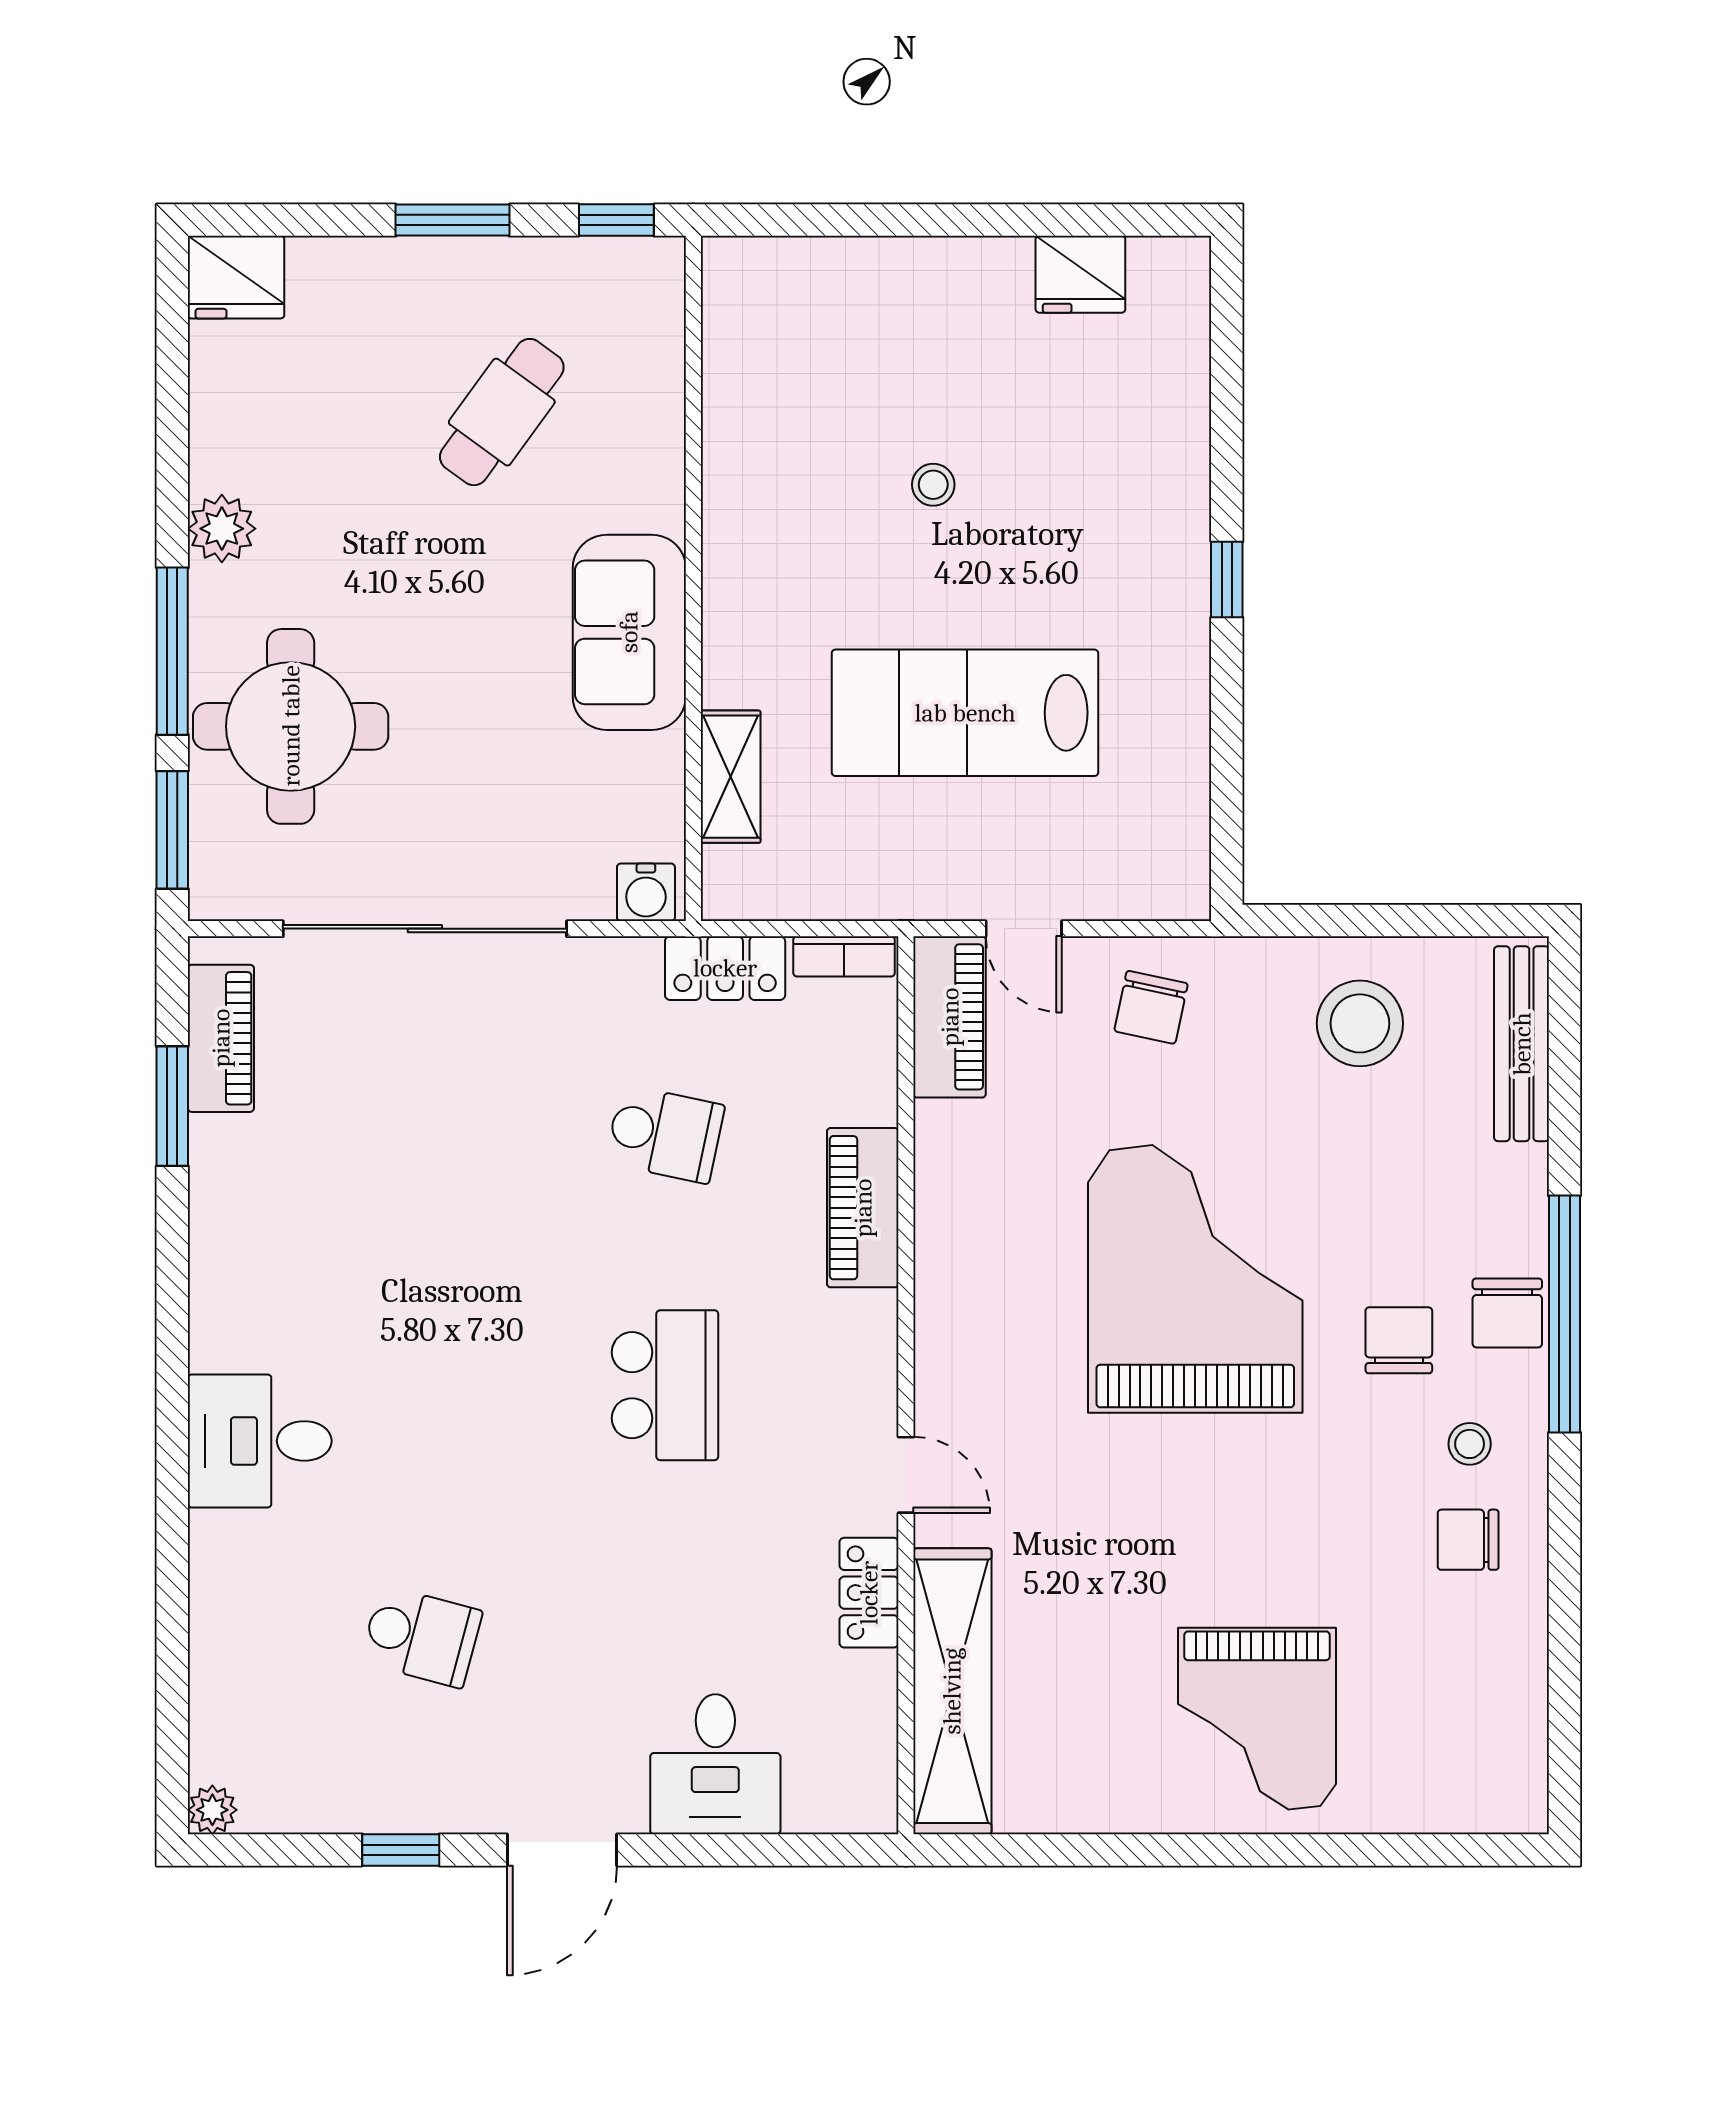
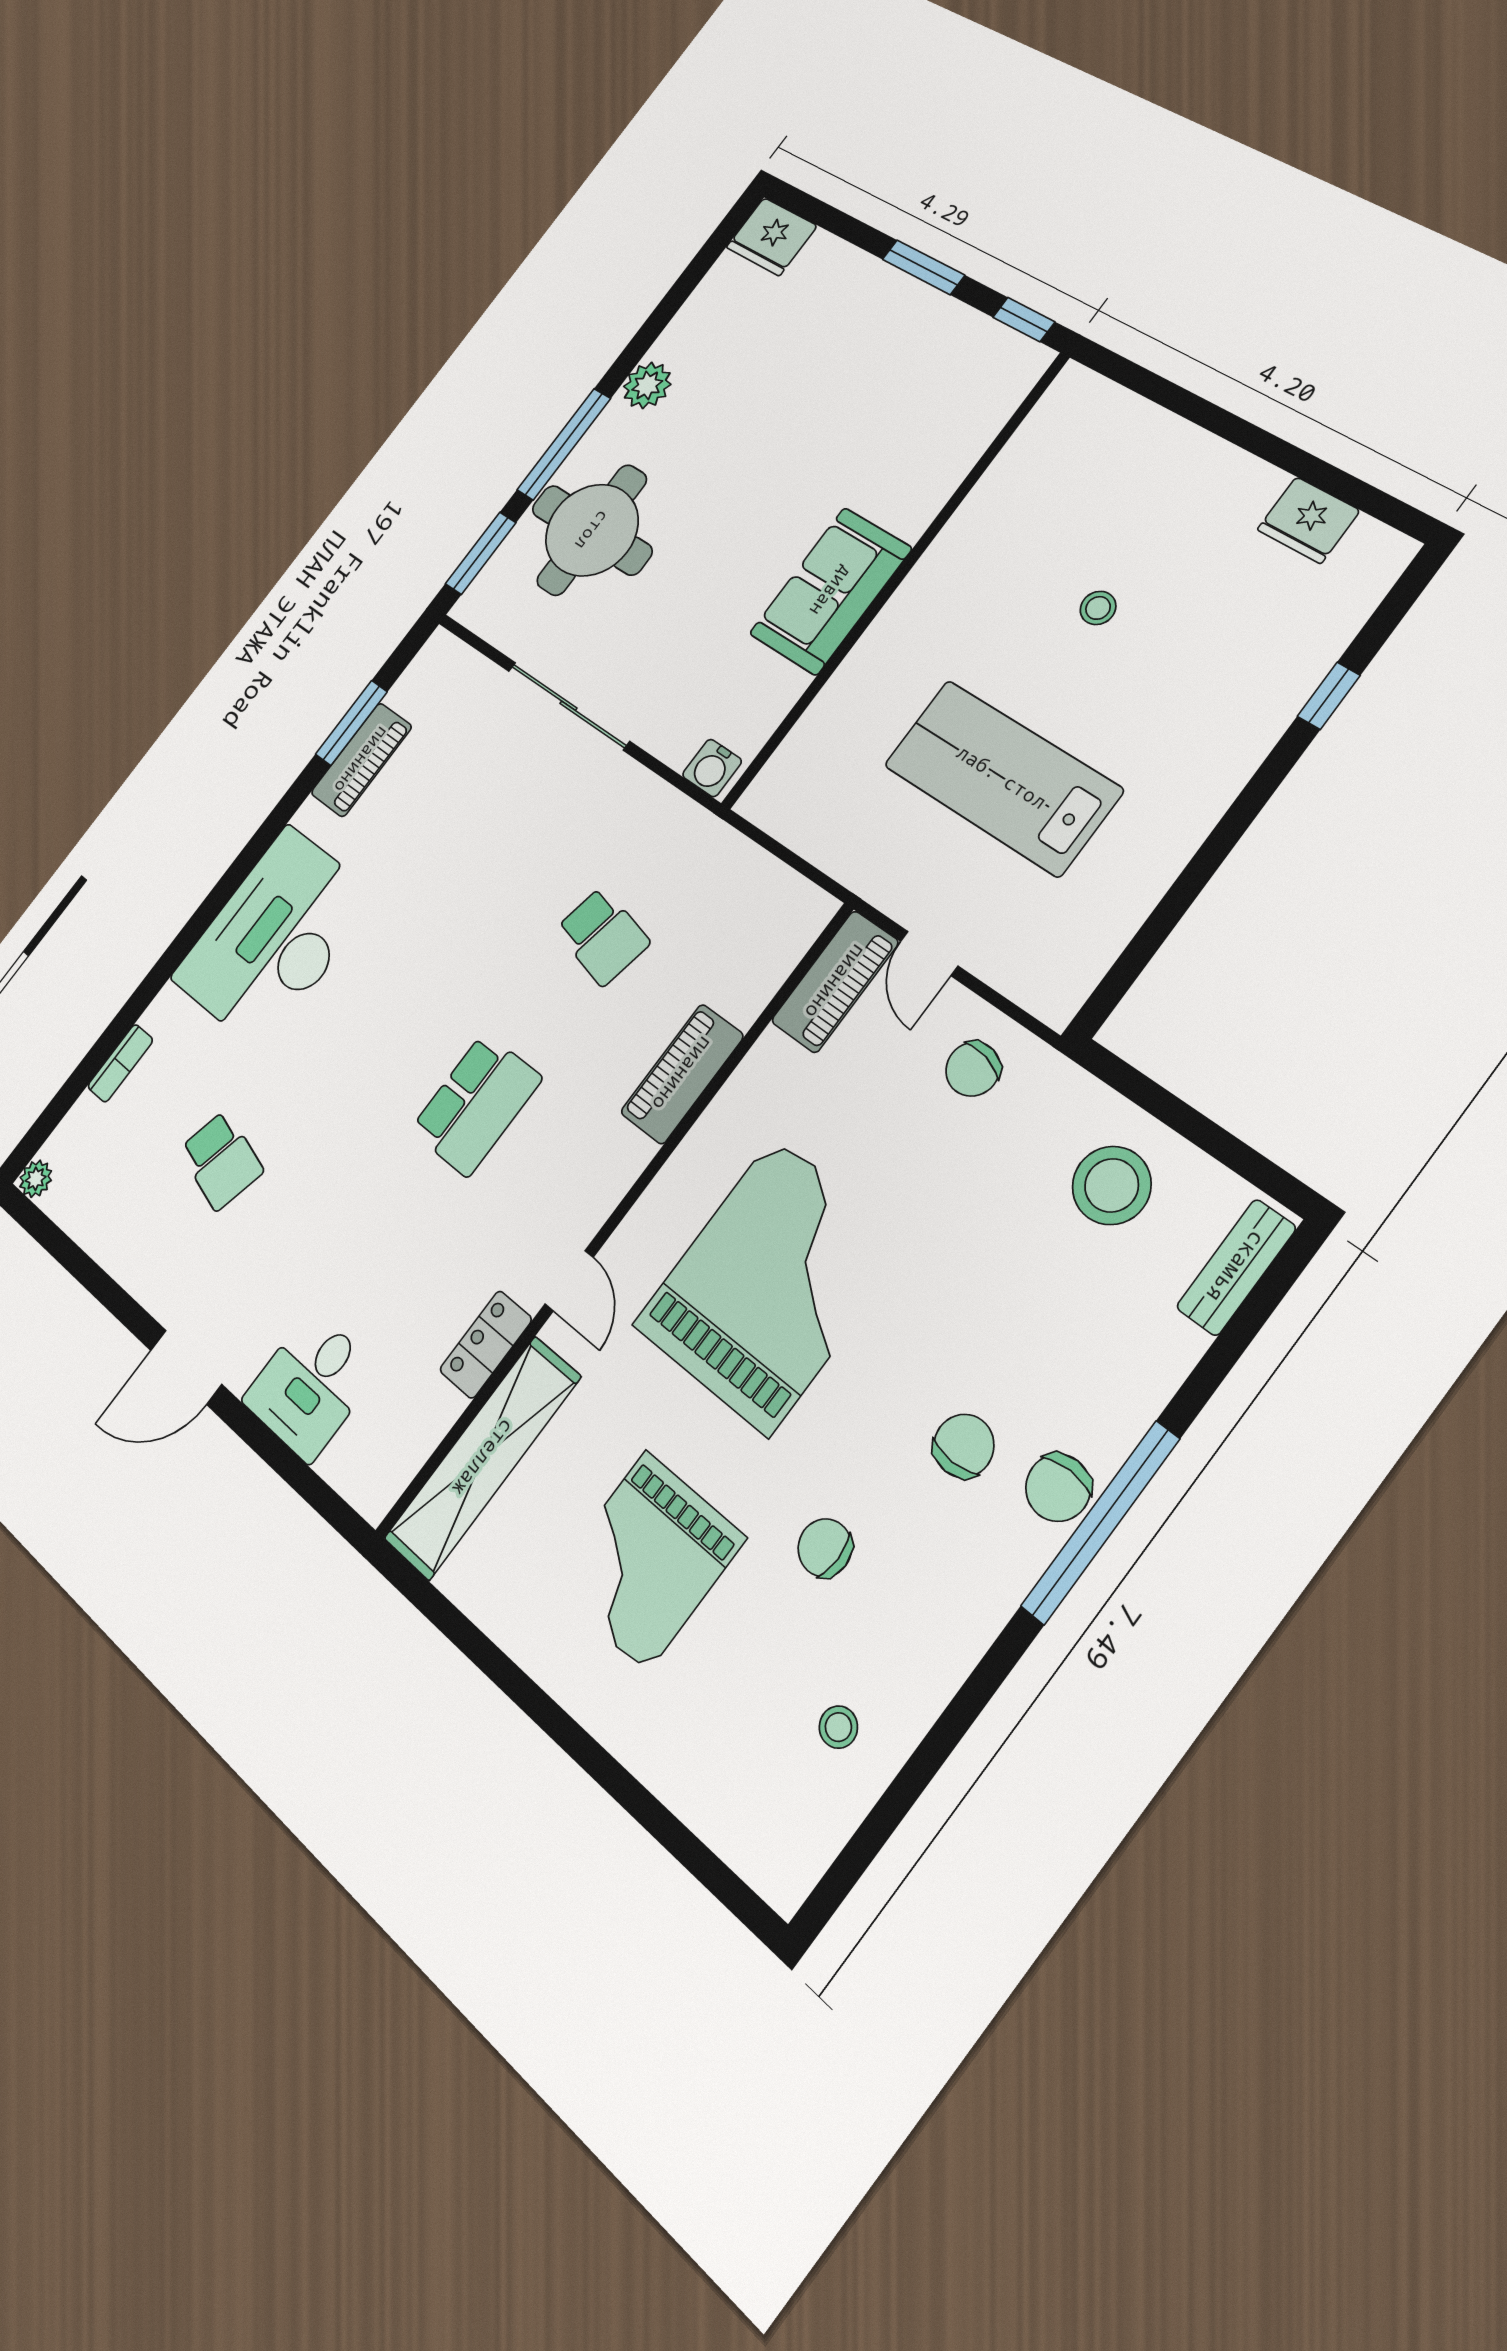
cafe table: (502, 412) -> (861, 404), removed
window: (1227, 579) -> (1329, 696), moved
shelving: (731, 777) -> (821, 725), removed
sliding door: (425, 929) -> (568, 706), width x0.73
bookcase: (844, 956) -> (120, 1063), moved, turned -90
locker: (725, 968) -> (721, 851), removed
piano: (221, 1038) -> (361, 760), moved
bench: (1522, 1044) -> (1236, 1267), width x0.73
grand piano: (1195, 1279) -> (771, 1284), moved
desk: (260, 1441) -> (274, 938), width x1.87, depth x1.30
stool: (1470, 1444) -> (838, 1727), moved
chair: (1468, 1540) -> (825, 1548), moved
grand piano: (1257, 1719) -> (646, 1560), moved
window: (401, 1850) -> (106, 1290), removed

